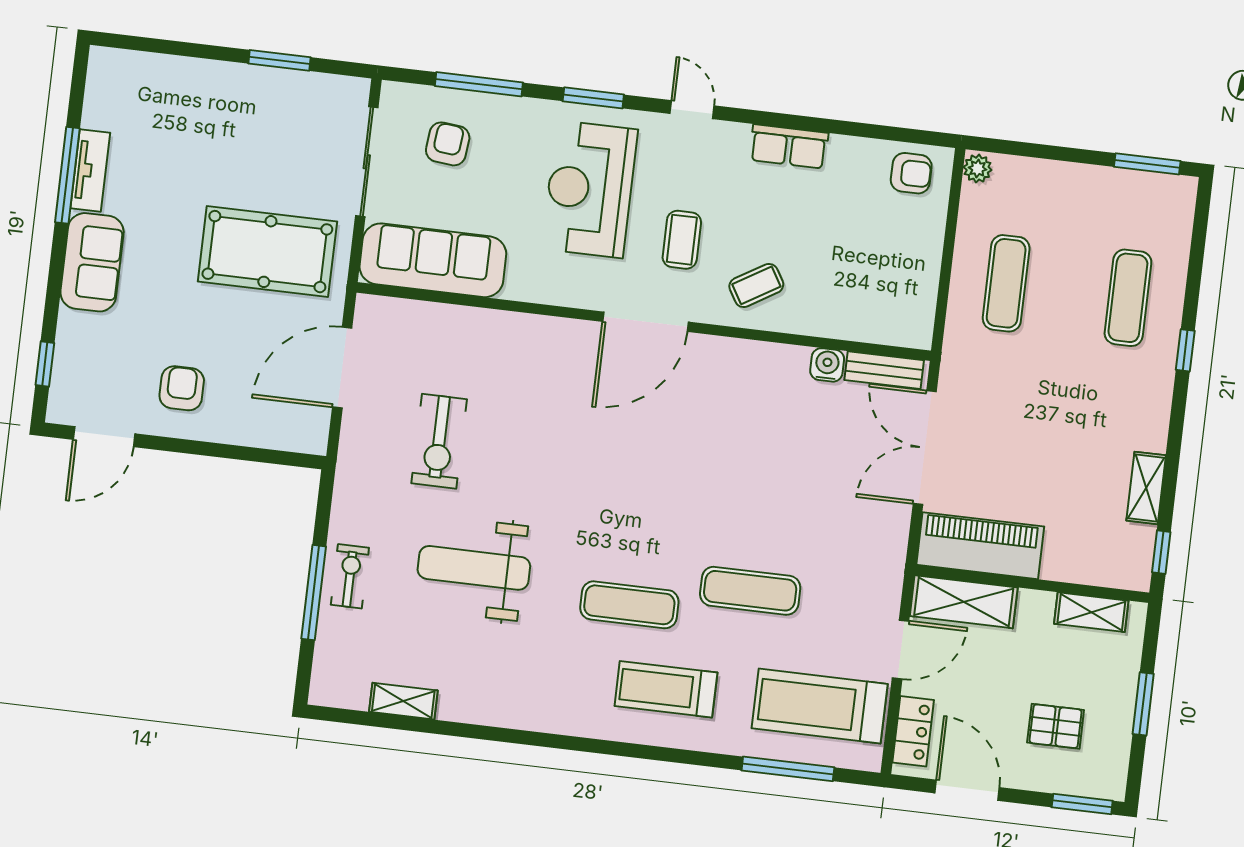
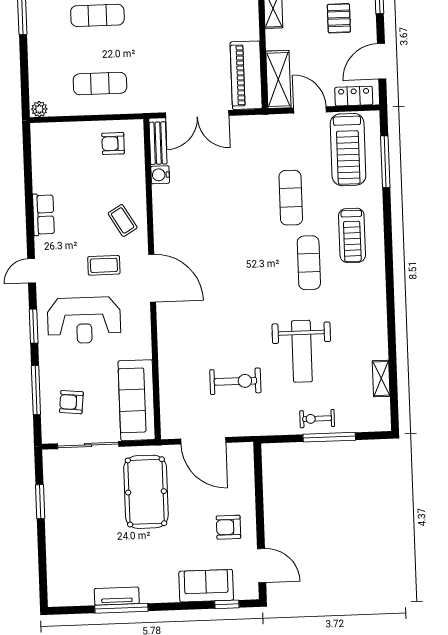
armchair: (911, 173) -> (113, 143), moved, turned -90
sofa: (92, 262) -> (206, 586), moved

